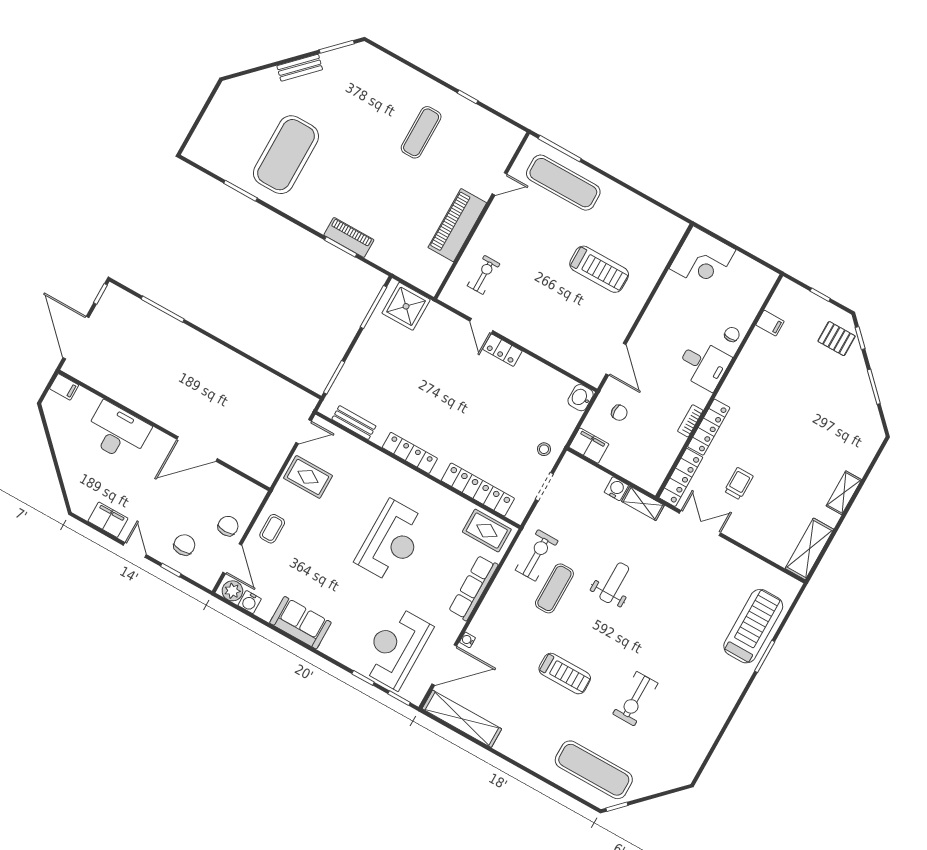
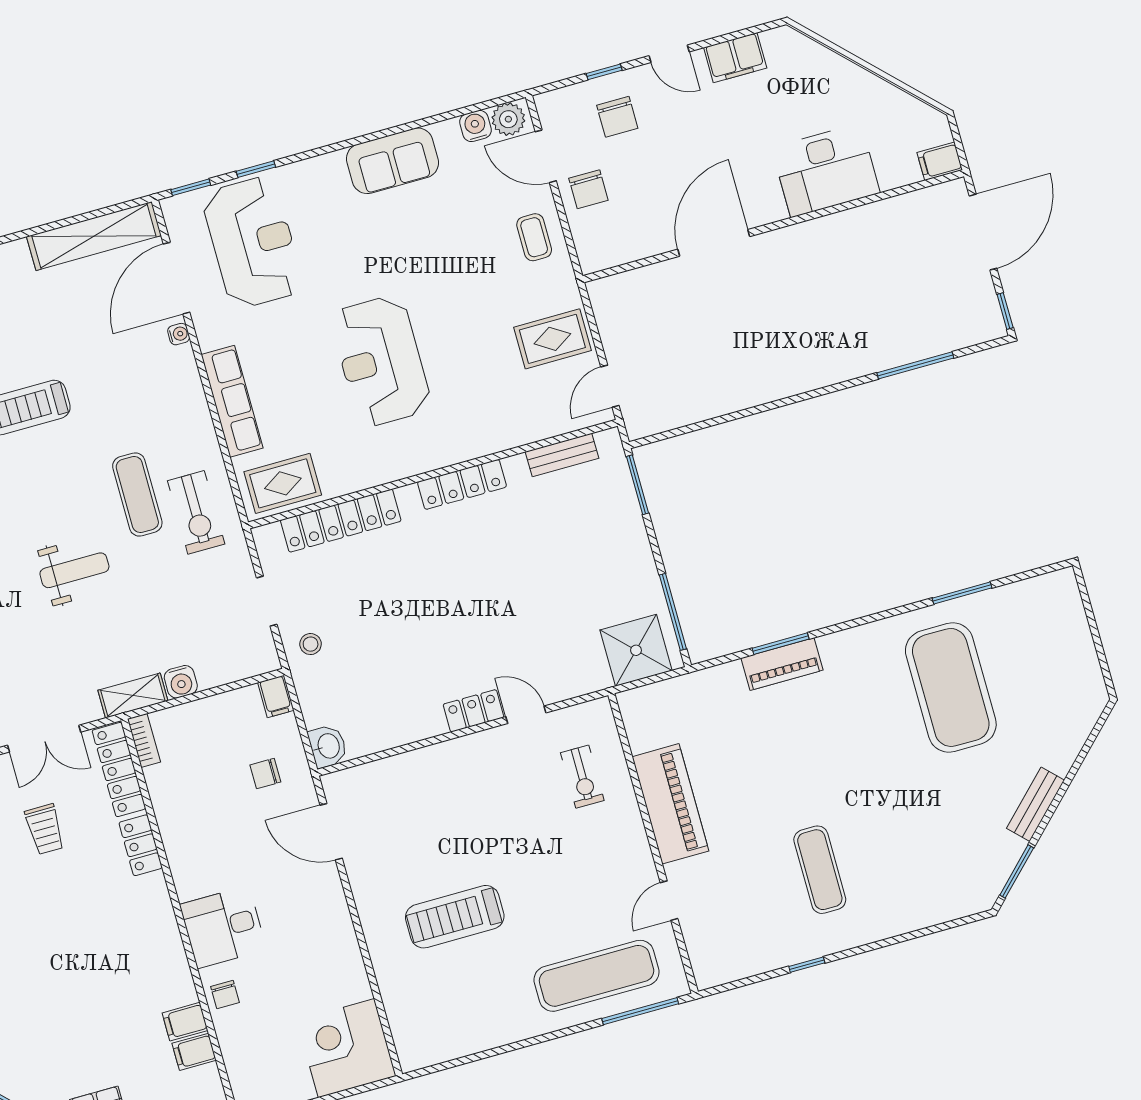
door: (76, 338) -> (983, 232), hinge flipped
filing cabinet: (761, 340) -> (185, 1022), added
bookcase: (690, 421) -> (144, 740), moved
locker: (709, 427) -> (141, 845), width x0.66
filing cabinet: (589, 446) -> (276, 696), width x0.50
weight bench: (614, 583) -> (74, 570), turned -90

